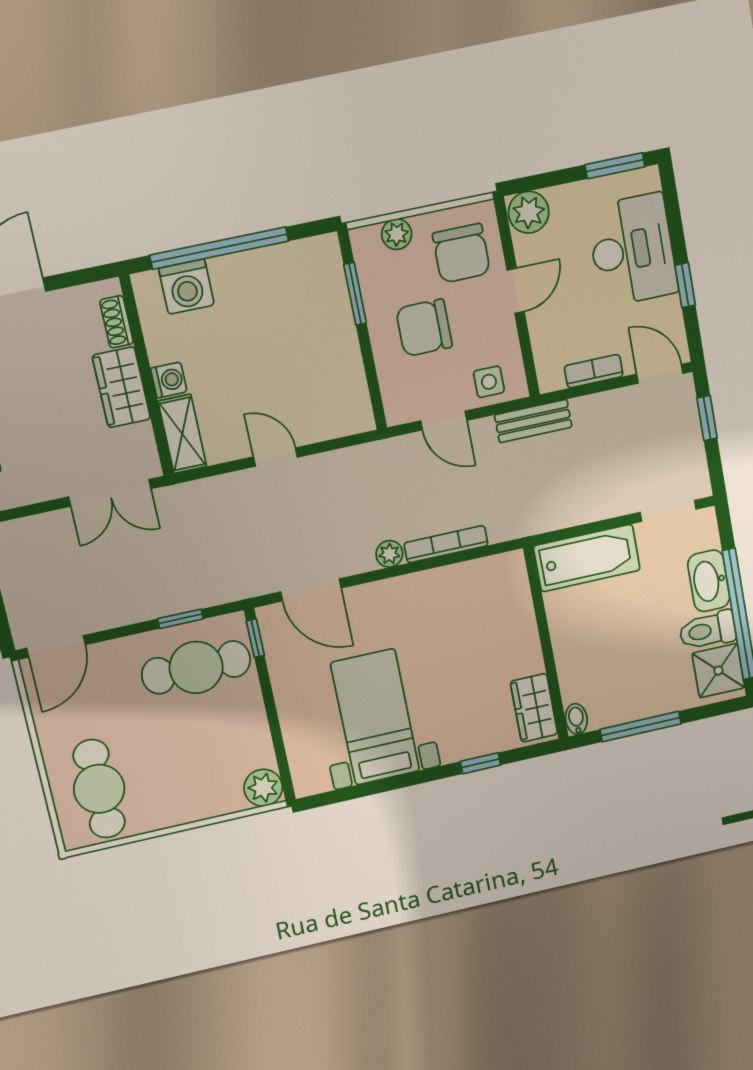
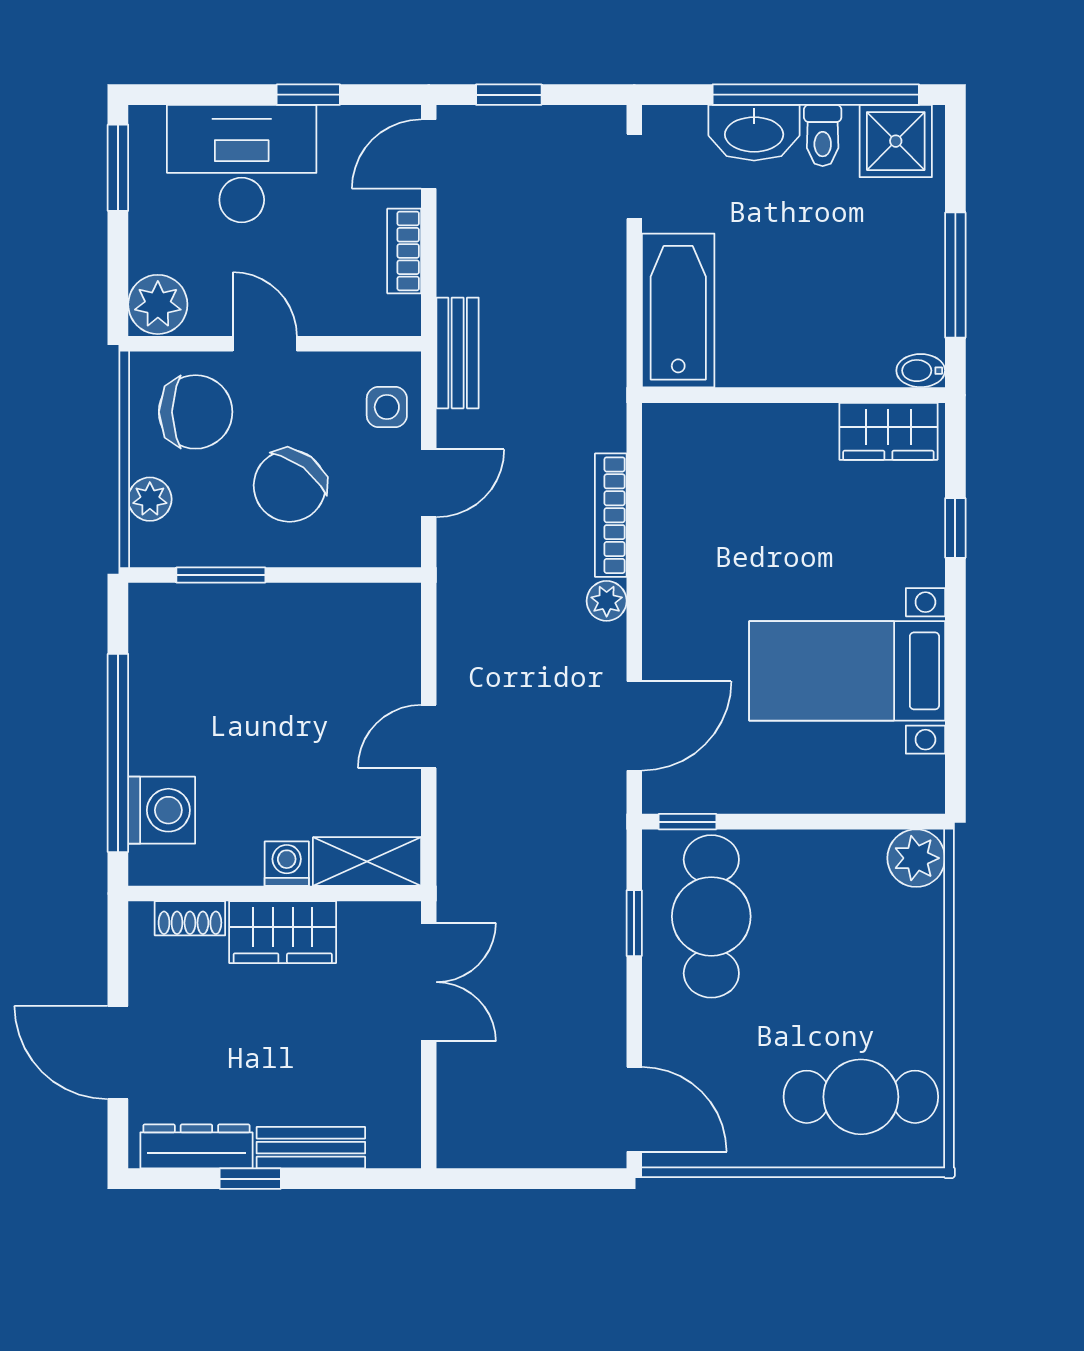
chair: (424, 328) -> (290, 486), turned 37
toilet: (708, 630) -> (823, 136), width x0.73, depth x0.72

